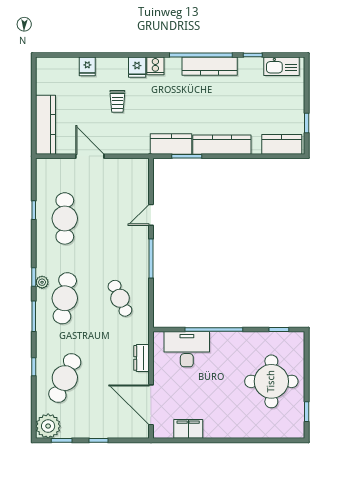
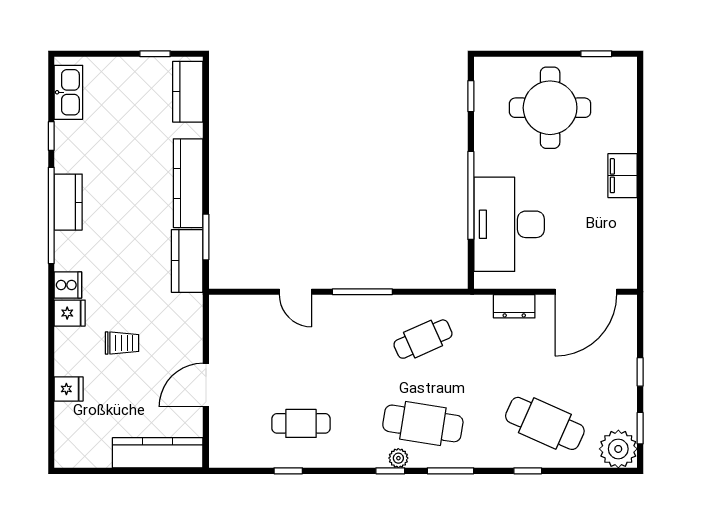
kitchen counter: (210, 66) -> (68, 202), width x0.67
cafe table: (65, 218) -> (301, 423), width x0.73, depth x0.74
desk: (187, 349) -> (509, 224), width x1.36, depth x1.30
filing cabinet: (188, 429) -> (623, 176), moved

